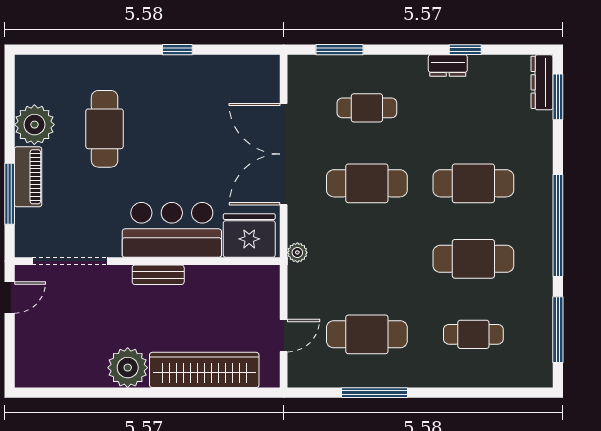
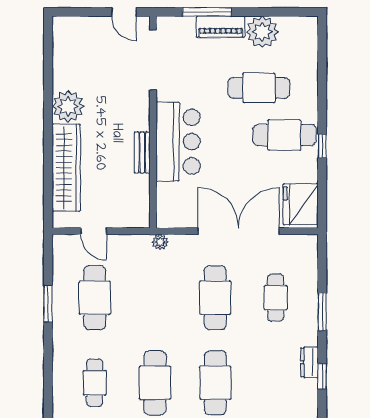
window: (340, 50) -> (322, 312), moved
cafe table: (164, 97) -> (284, 135), added
fridge: (249, 235) -> (301, 204), moved, turned 180
bench: (158, 275) -> (142, 153), moved
window: (375, 393) -> (48, 304), width x0.69

